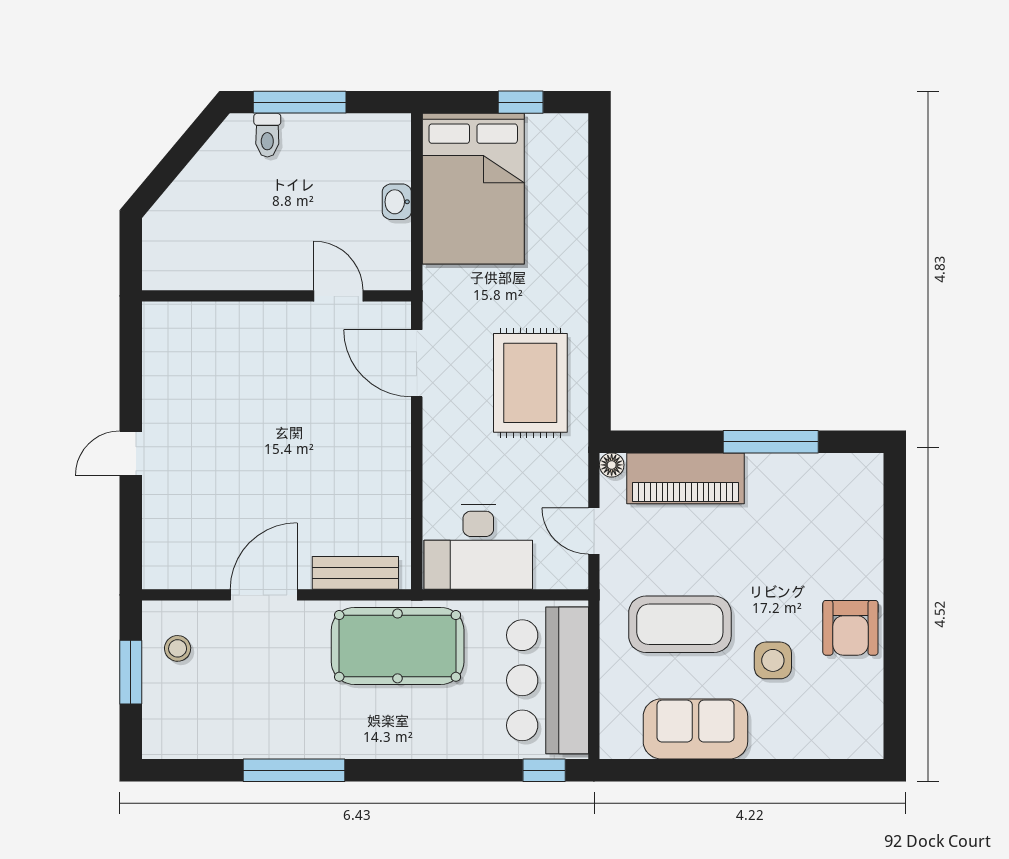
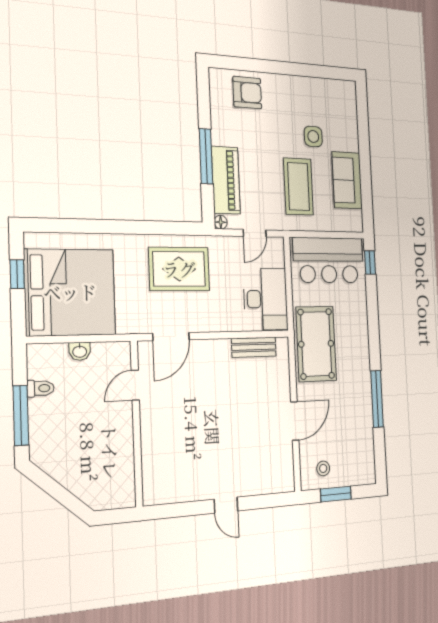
toilet: (267, 135) -> (41, 388), moved
bed: (473, 189) -> (70, 292), width x1.36
window: (771, 442) -> (206, 156), moved
bench: (355, 573) -> (254, 347), moved, turned 90
door: (264, 595) -> (295, 421), swing flipped
armchair: (850, 628) -> (247, 92), moved

